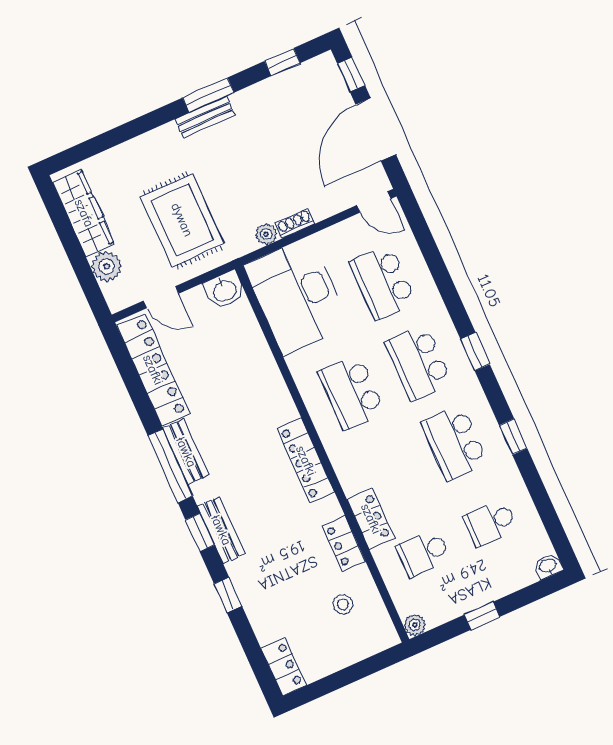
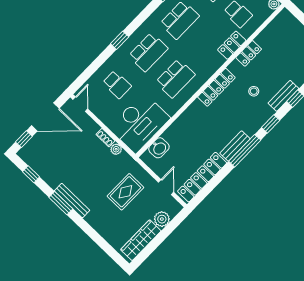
bench: (205, 117) -> (72, 201), width x1.36
rug: (182, 220) -> (125, 192), width x0.73, depth x0.70
school desk: (383, 282) -> (117, 84), width x0.54
washbasin: (224, 290) -> (159, 148), moved, turned 90
window: (475, 352) -> (120, 40), moved
bench: (221, 530) -> (283, 96), moved
stool: (343, 604) -> (254, 91), moved

